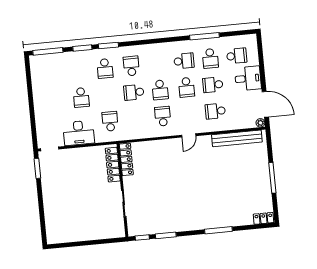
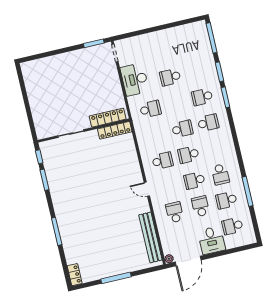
school desk: (237, 56) -> (232, 226), turned 90
school desk: (134, 92) -> (182, 129), turned 90

